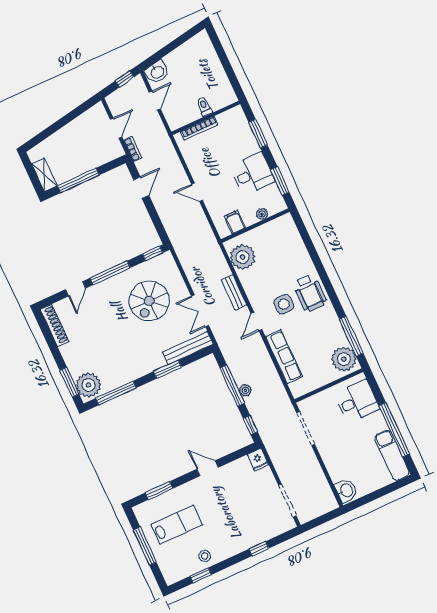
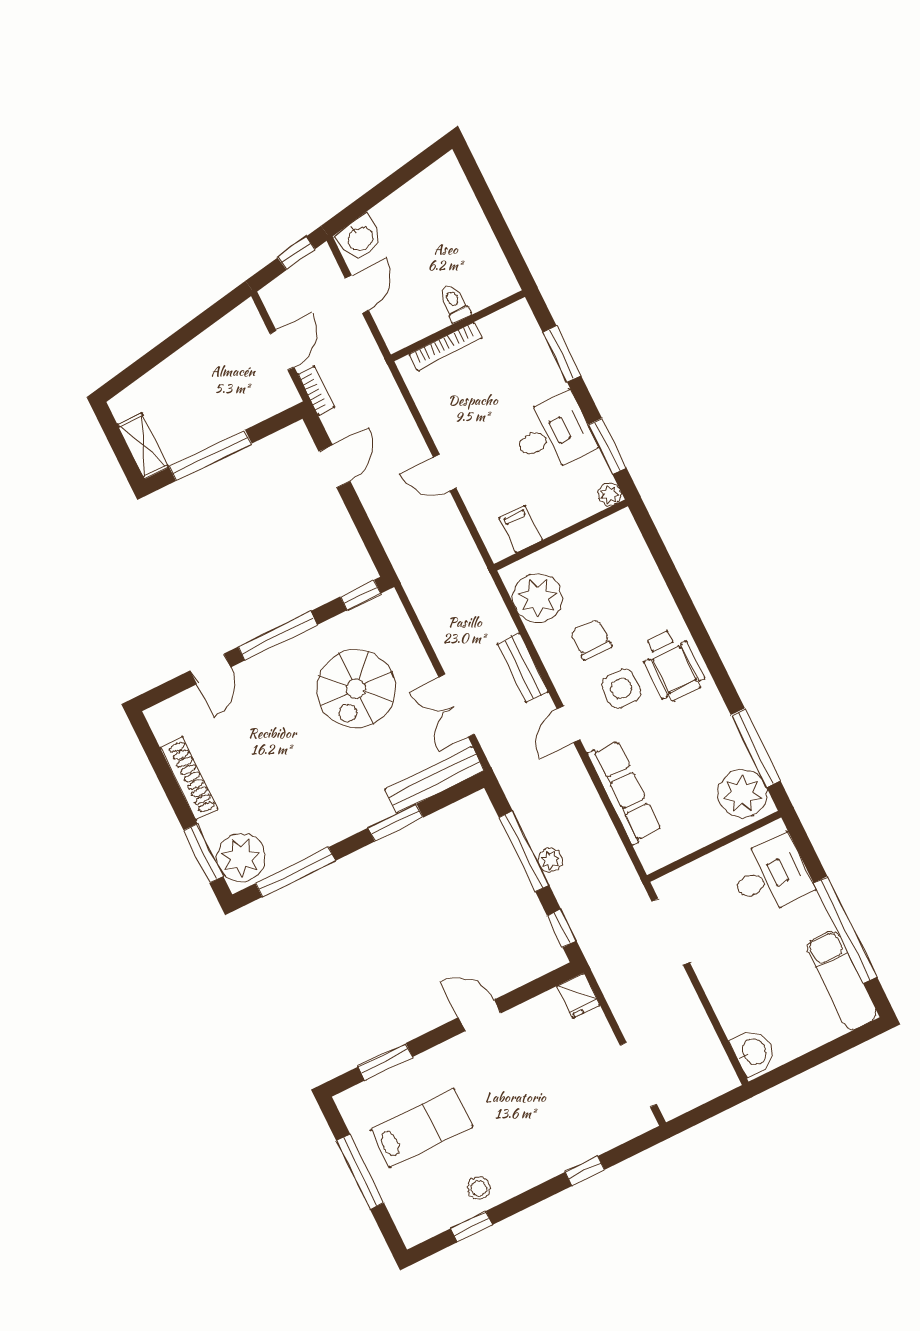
plant: (262, 214) -> (610, 494), moved
chair: (269, 279) -> (591, 640), added
shoe rack: (55, 325) -> (189, 778), moved

